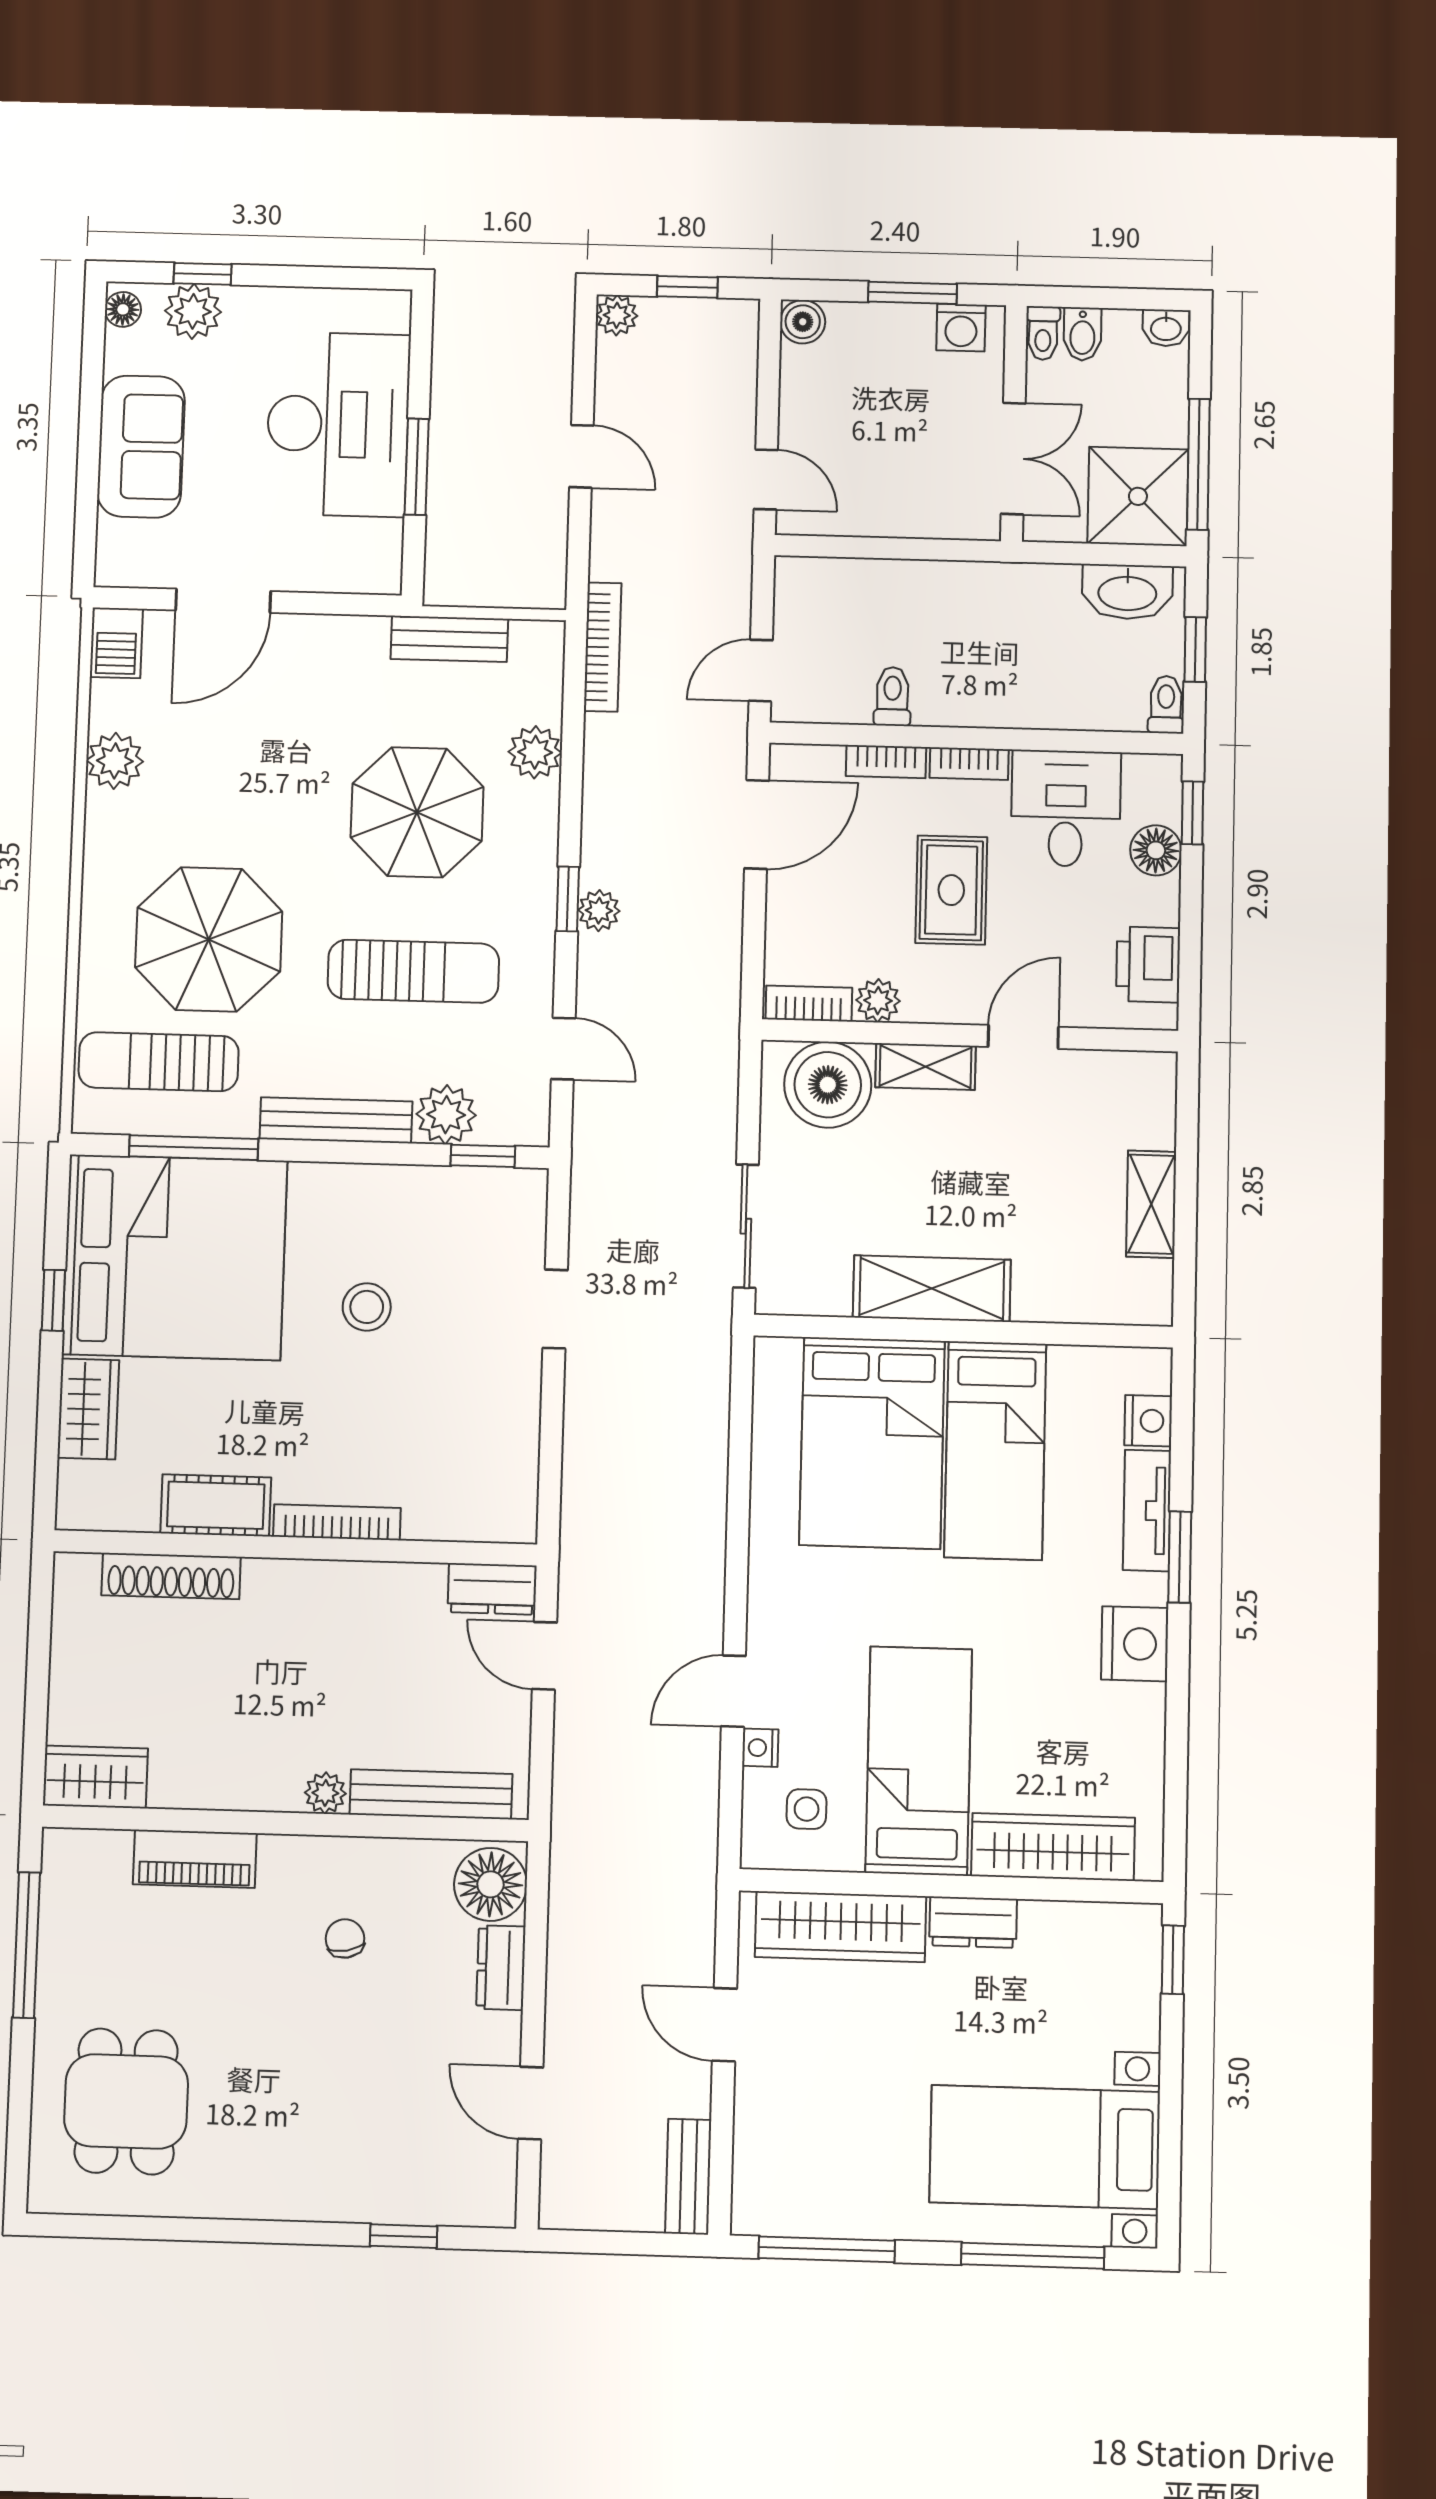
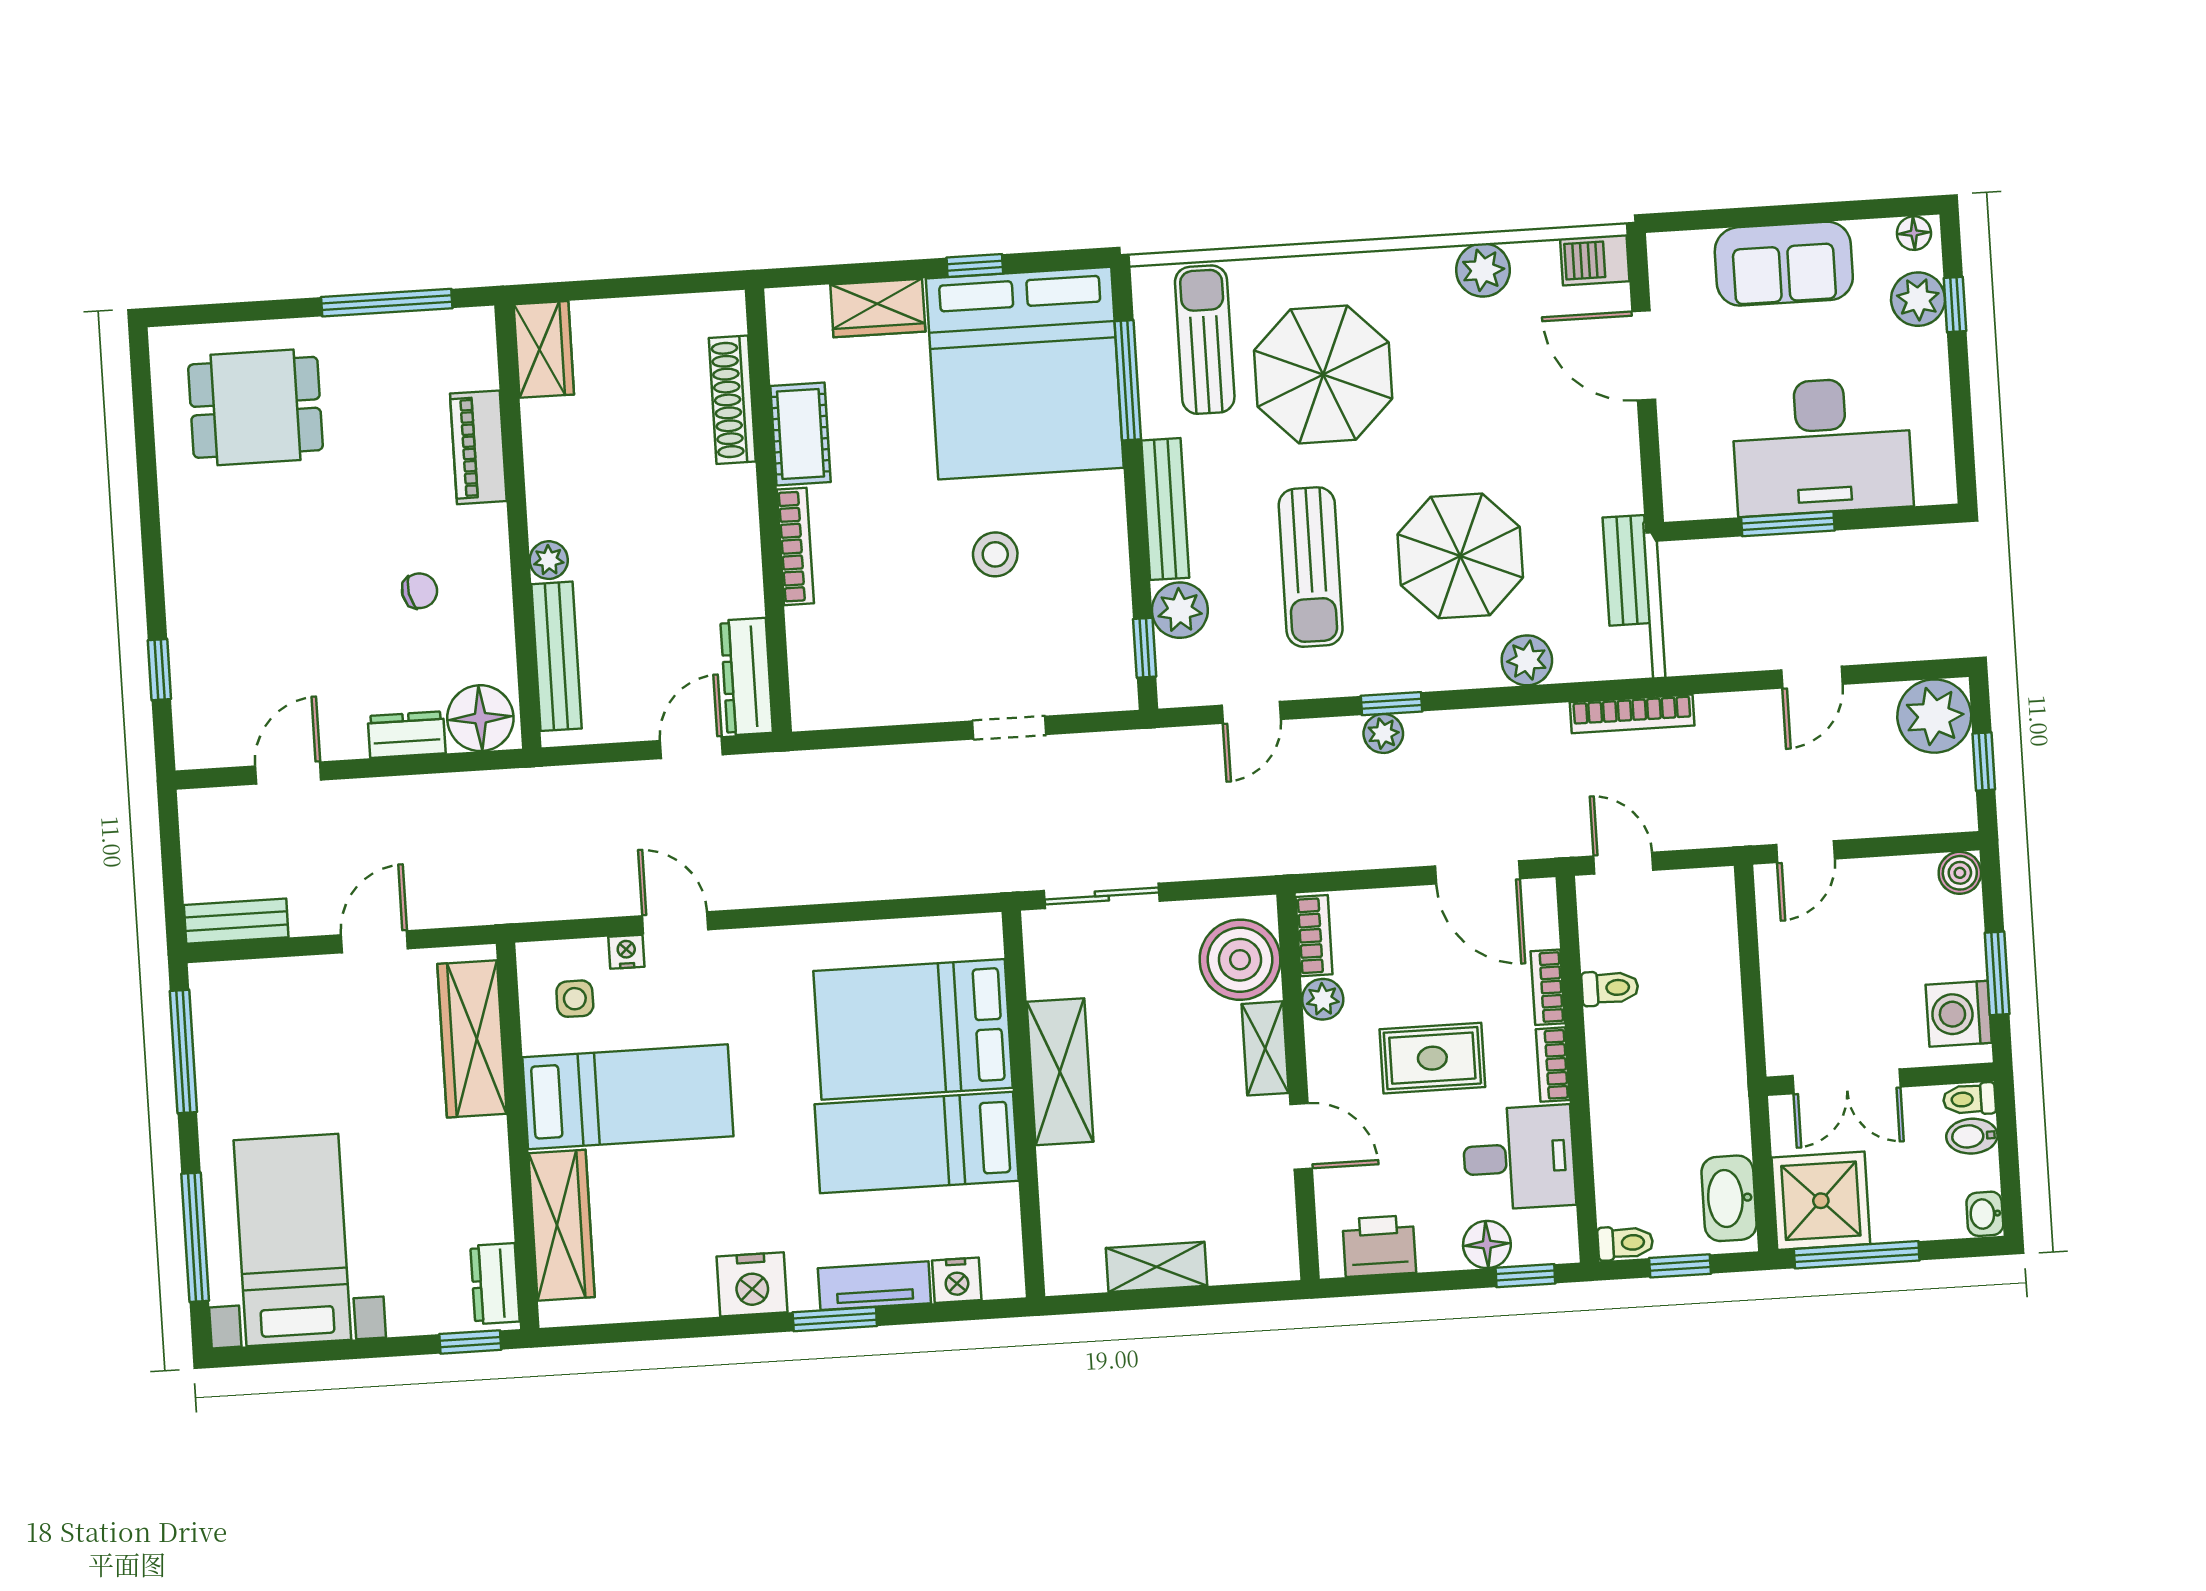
plant: (617, 315) -> (1934, 716), width x1.88, depth x1.88
washing machine: (961, 328) -> (1959, 1014), width x1.38, depth x1.38
dresser: (492, 1589) -> (747, 677), width x1.44
dresser: (973, 1922) -> (495, 1284), moved

